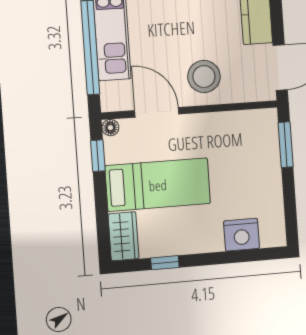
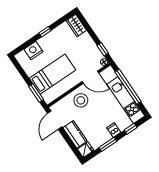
bed: (158, 185) -> (53, 74), moved, turned 180
window: (165, 263) -> (45, 32), moved

